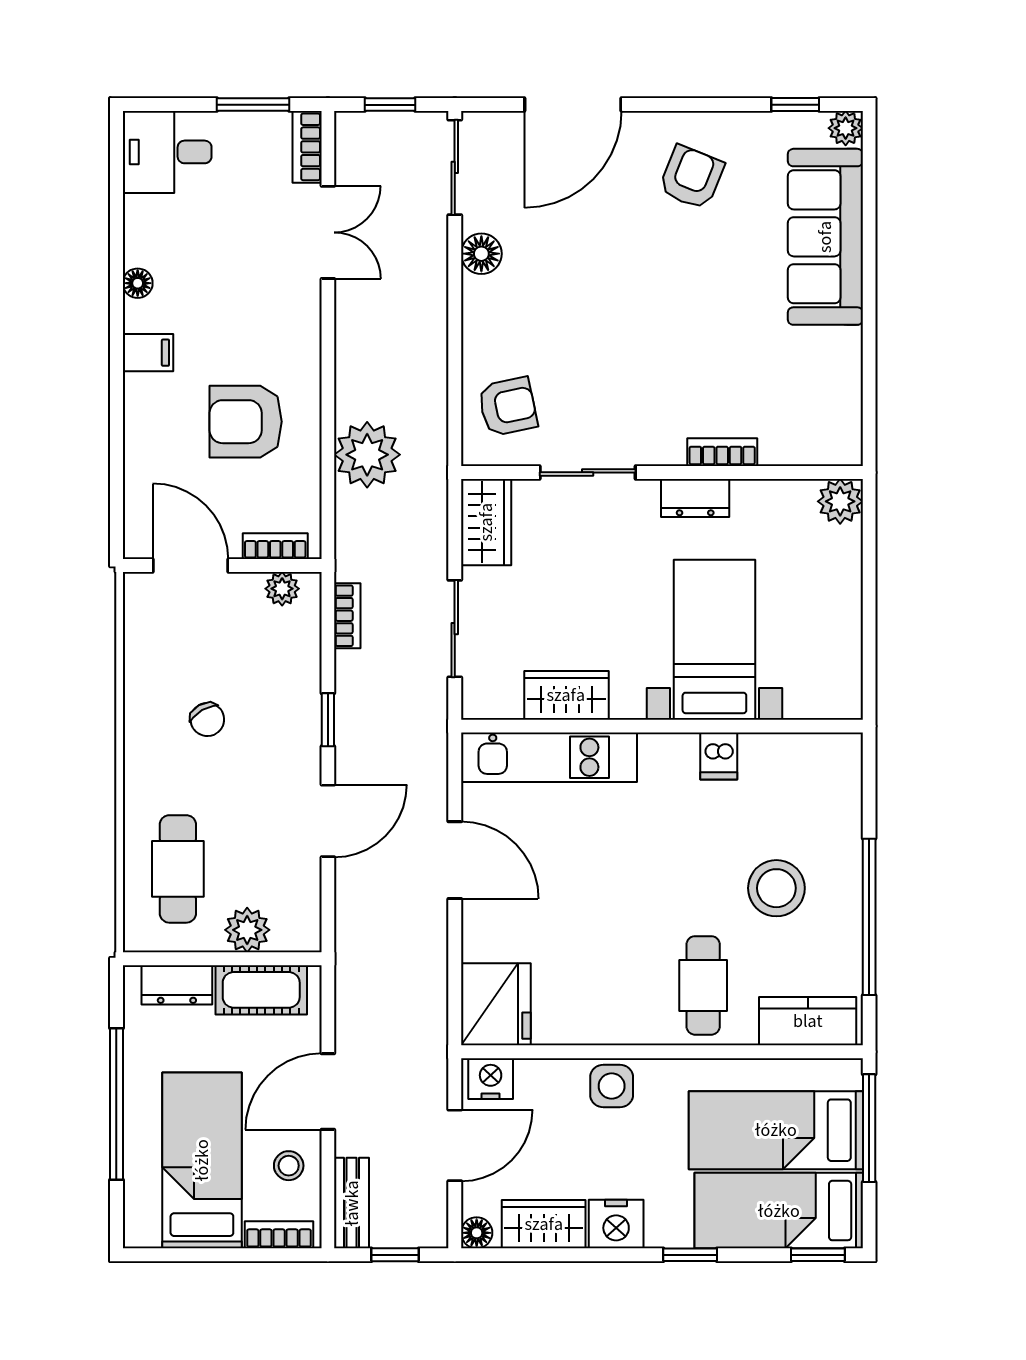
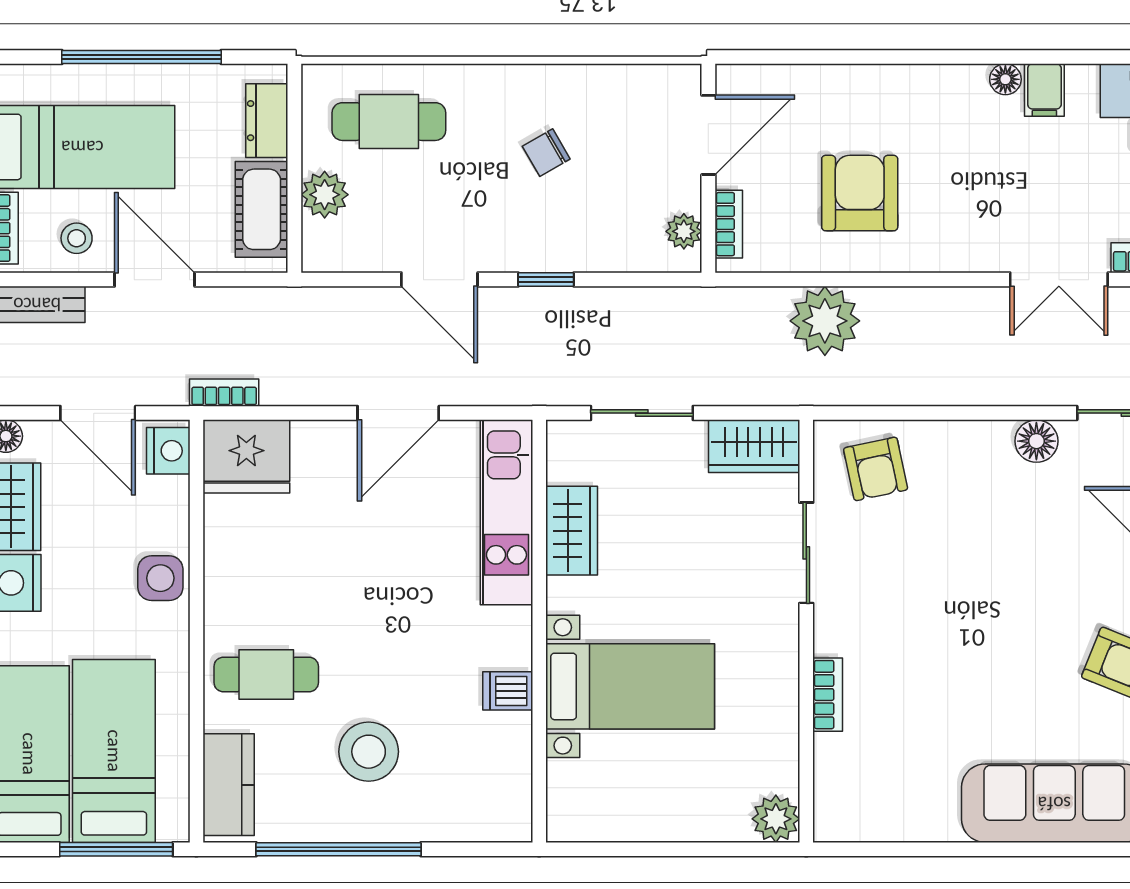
filing cabinet: (148, 353) -> (1044, 90), moved
dresser: (695, 498) -> (779, 666), removed
bookcase: (347, 616) -> (224, 393), moved, turned 180

